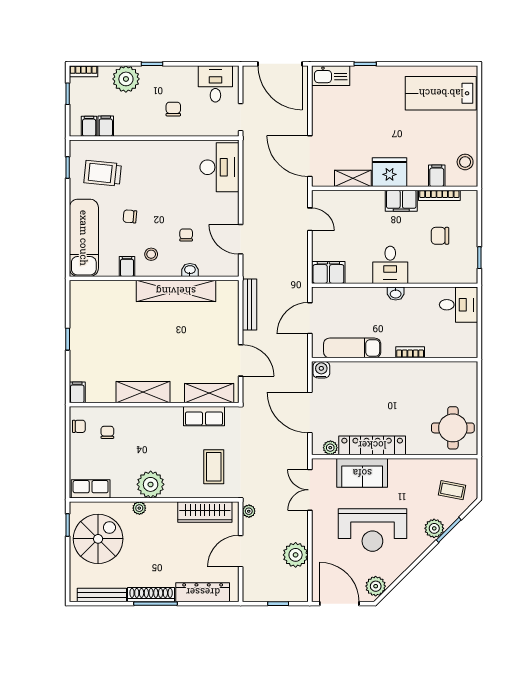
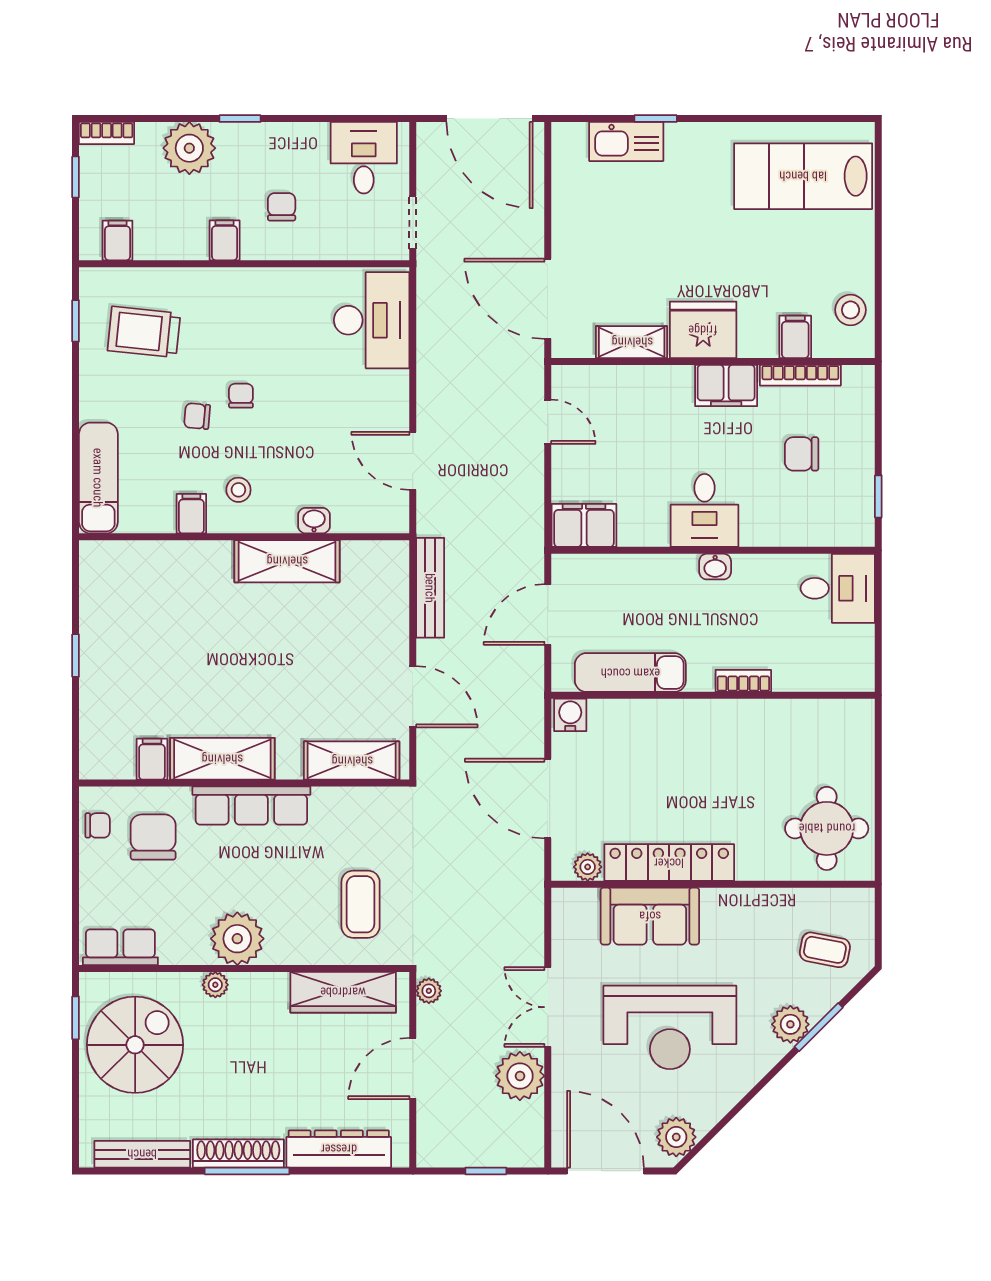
kitchen sink: (331, 76) -> (626, 142), moved
filing cabinet: (106, 126) -> (225, 240), moved
chair: (186, 235) -> (241, 396), moved
exam couch: (84, 238) -> (98, 478), width x0.73, depth x0.69
shelving: (176, 291) -> (287, 561), width x0.68
filing cabinet: (77, 392) -> (152, 759), moved
row of seats: (204, 416) -> (251, 806), moved, width x1.48
chair: (107, 432) -> (153, 837), width x1.87, depth x1.87
double door: (310, 490) -> (548, 1007), moved

